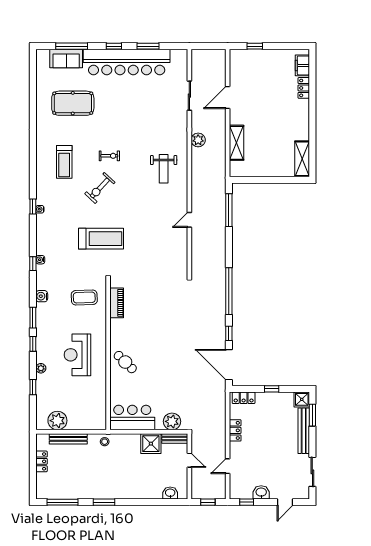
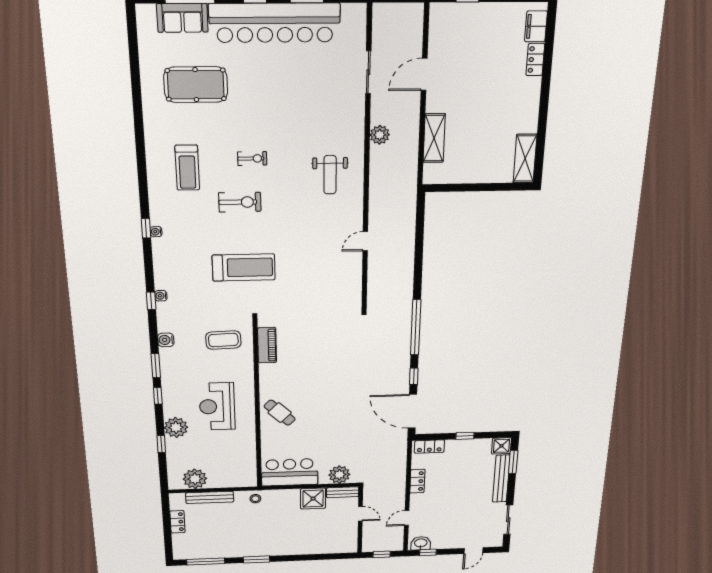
exercise bike: (100, 188) -> (240, 202), turned -133
window: (229, 210) -> (420, 228), removed
plant: (41, 368) -> (176, 427), width x1.88, depth x1.88
washbasin: (261, 492) -> (421, 543), moved
washbasin: (170, 493) -> (337, 547), removed

